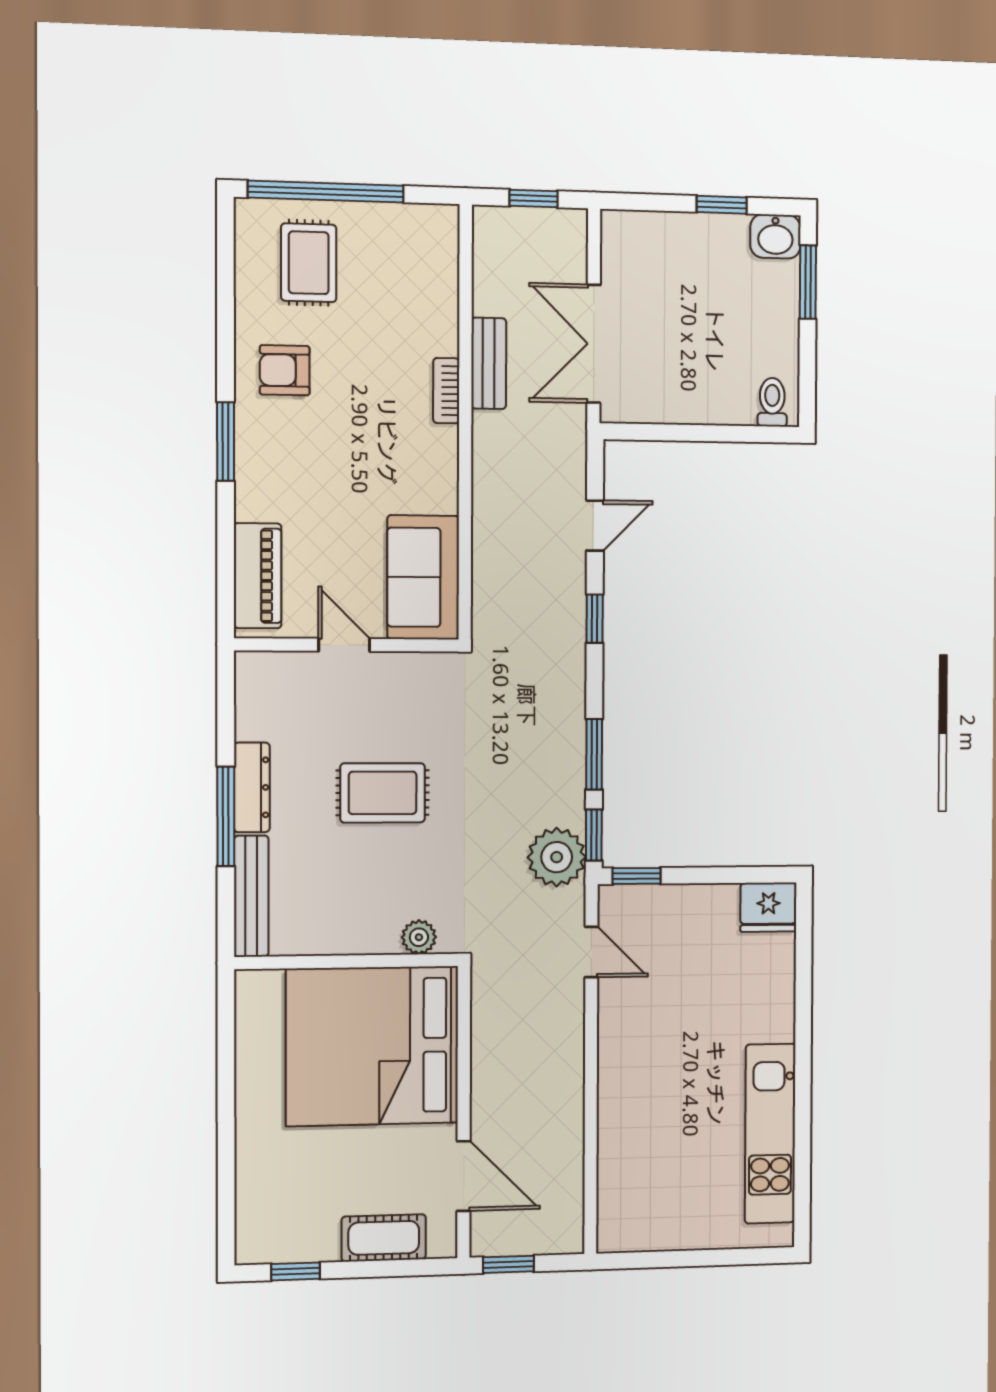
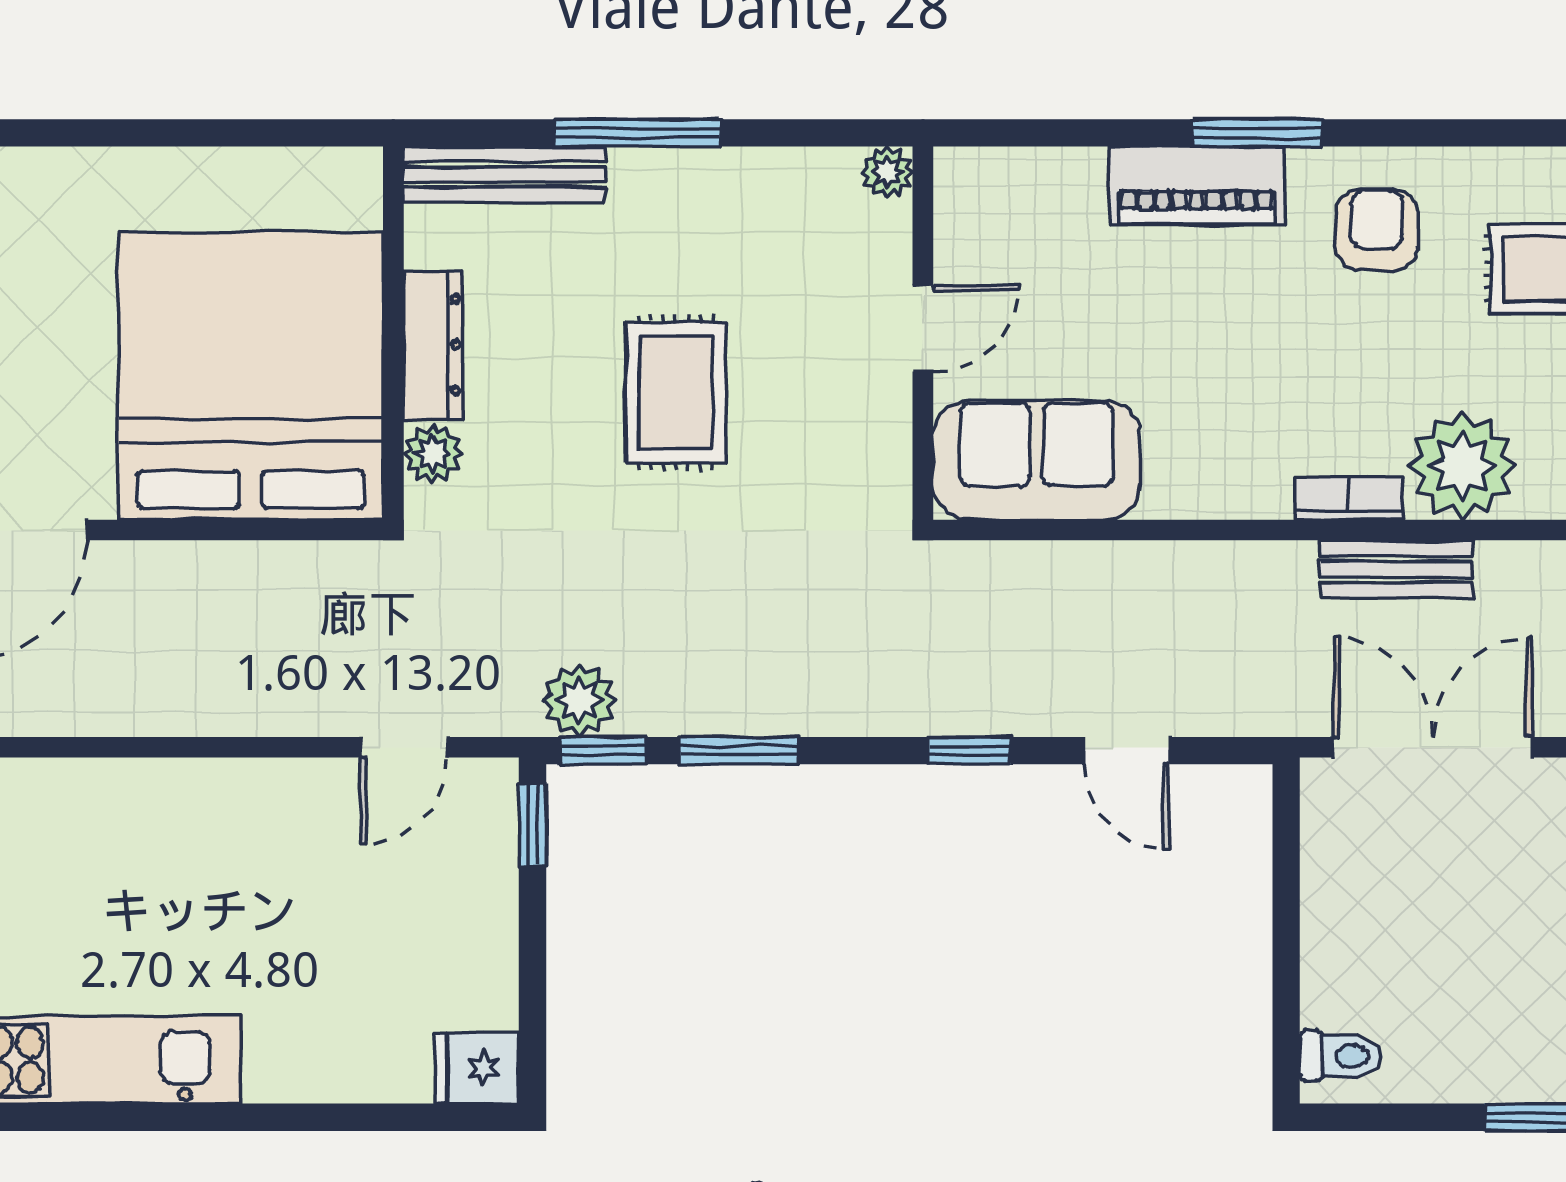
plant: (427, 322) -> (1462, 466), added
piano: (258, 576) -> (1197, 185), moved
plant: (250, 666) -> (887, 172), added
dresser: (252, 787) -> (433, 345), moved, turned -90
plant: (557, 857) -> (579, 700), width x0.73, depth x0.73
fridge: (768, 907) -> (477, 1068), width x0.72

